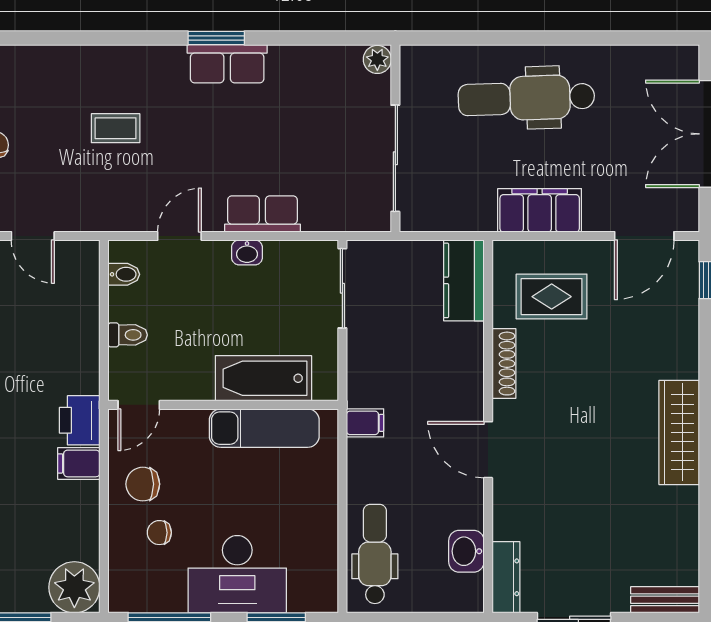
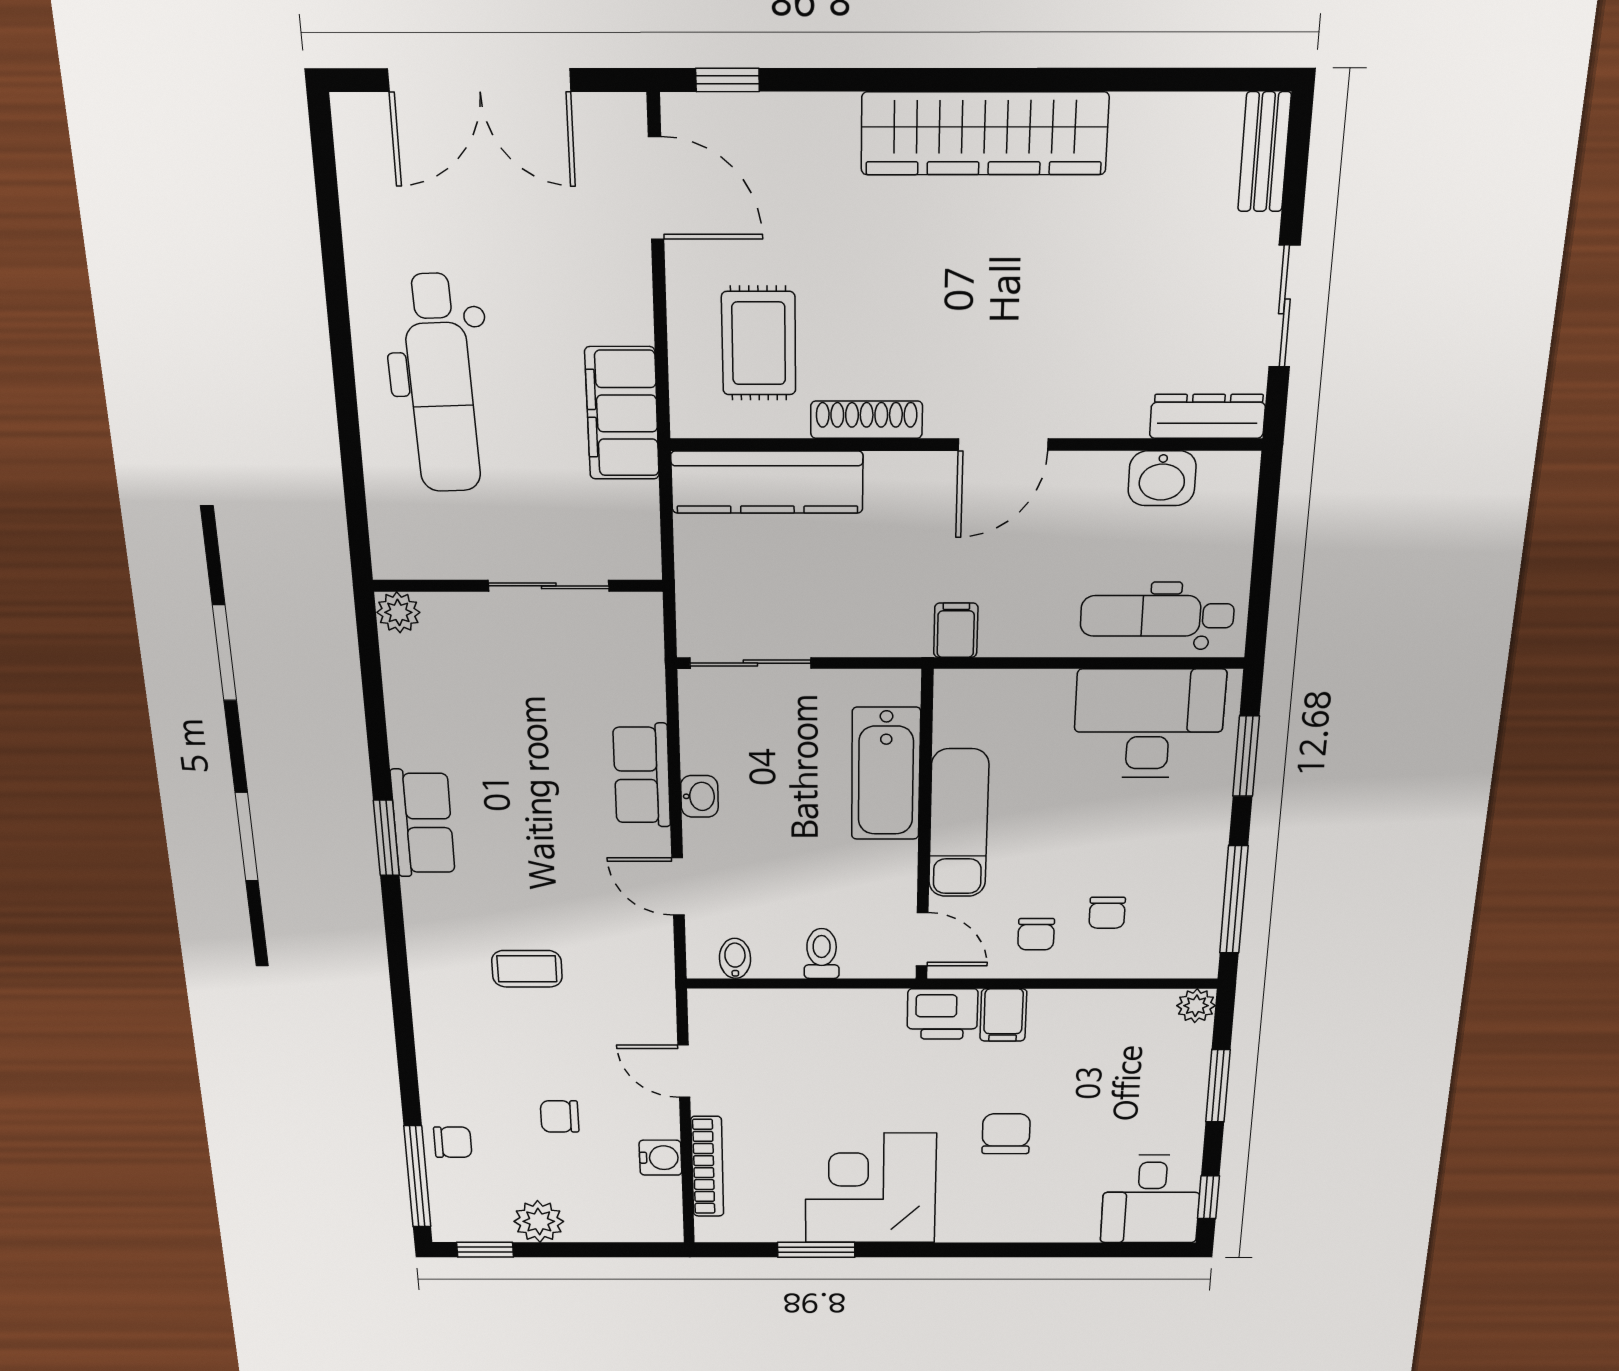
coffee table: (116, 128) -> (527, 969), turned 90
sliding door: (395, 158) -> (549, 586), width x0.73
filing cabinet: (540, 210) -> (622, 413), moved
door: (33, 236) -> (684, 1071), swing flipped
kitchen counter: (464, 280) -> (767, 482), width x1.50
exam couch: (264, 428) -> (959, 823), moved
wardrobe: (679, 432) -> (984, 133), width x1.40, depth x1.17
chair: (143, 484) -> (1036, 934), width x0.73, depth x0.73
desk: (237, 574) -> (1149, 724), moved, turned -90
plant: (74, 587) -> (1196, 1006), width x0.53, depth x0.53

